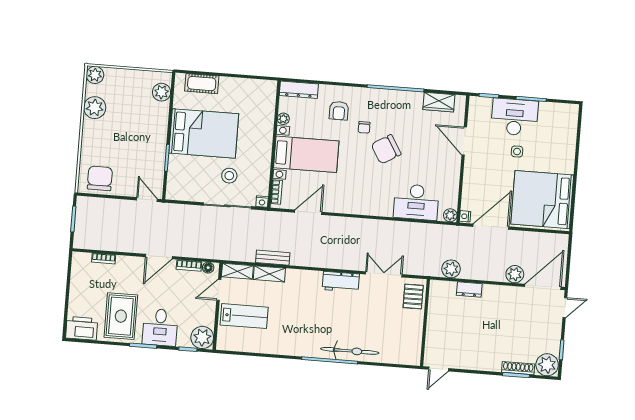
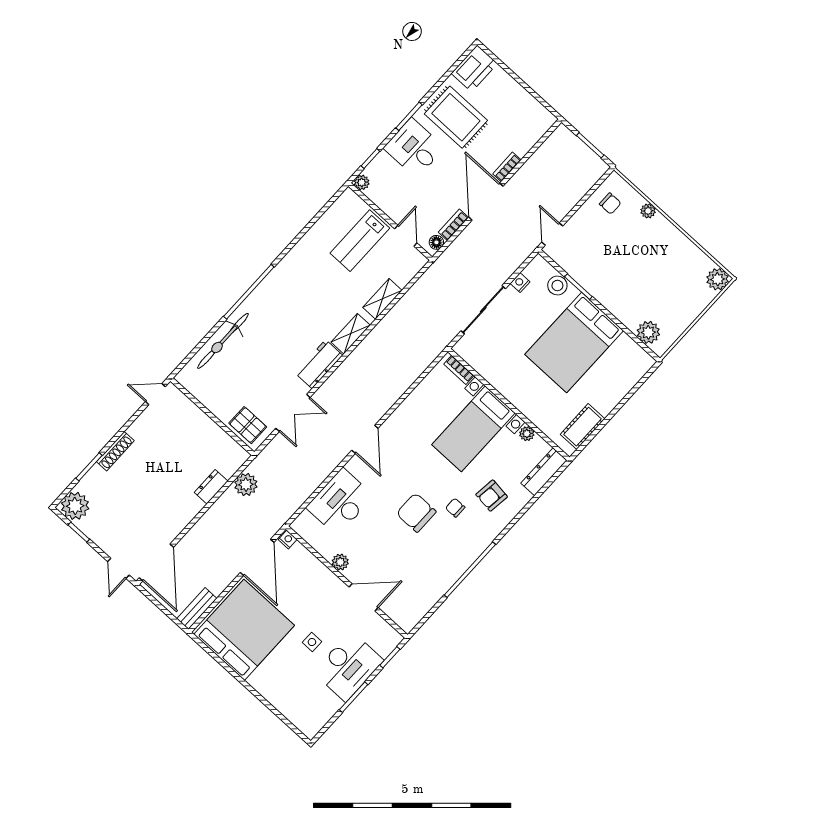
cot: (202, 84) -> (583, 427), moved
wardrobe: (439, 102) -> (422, 602), removed
plant: (95, 108) -> (648, 211), moved, width x0.53, depth x0.53
armchair: (339, 111) -> (492, 496), turned -83
chair: (386, 149) -> (416, 513), turned -59
stool: (229, 176) -> (557, 285), moved
chair: (100, 178) -> (610, 204), width x0.54, depth x0.54
door: (147, 200) -> (552, 234), swing flipped
nightstand: (262, 202) -> (520, 283), moved
door: (308, 212) -> (365, 439), moved
plant: (450, 215) -> (340, 562), moved
door: (159, 257) -> (486, 202), width x1.36
bookcase: (104, 258) -> (507, 167), moved
bench: (273, 258) -> (197, 609), moved
shelving: (237, 271) -> (351, 334), moved
plant: (515, 274) -> (191, 544), removed
plant: (202, 337) -> (362, 182), width x0.53, depth x0.53
bicycle: (350, 351) -> (223, 341), moved
shoe rack: (518, 368) -> (115, 451), moved
door: (439, 369) -> (155, 394), hinge flipped

